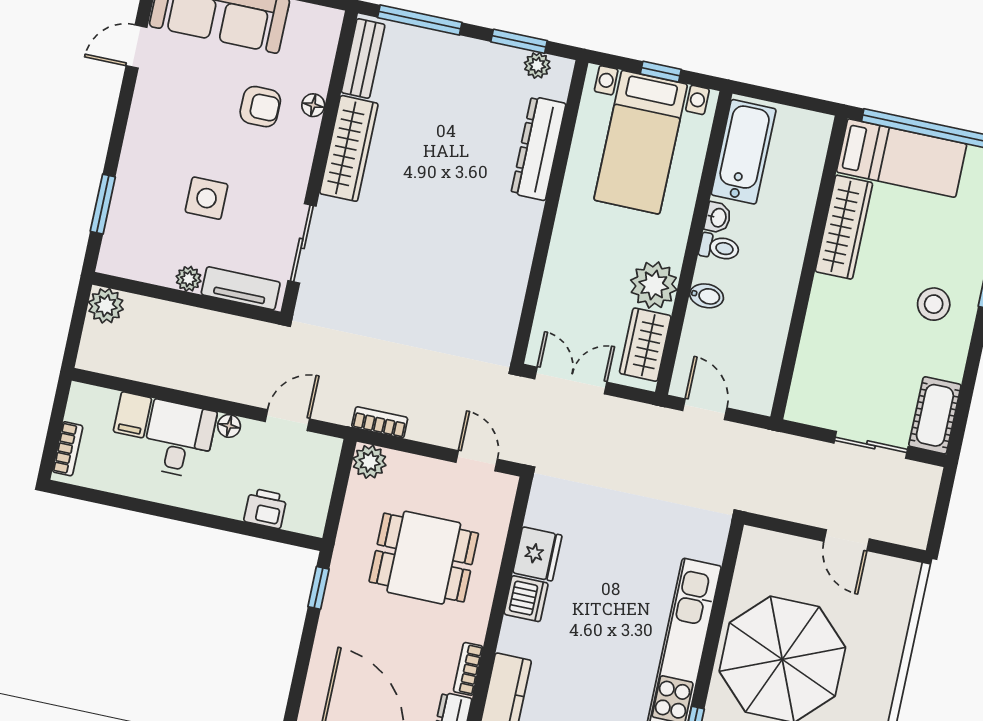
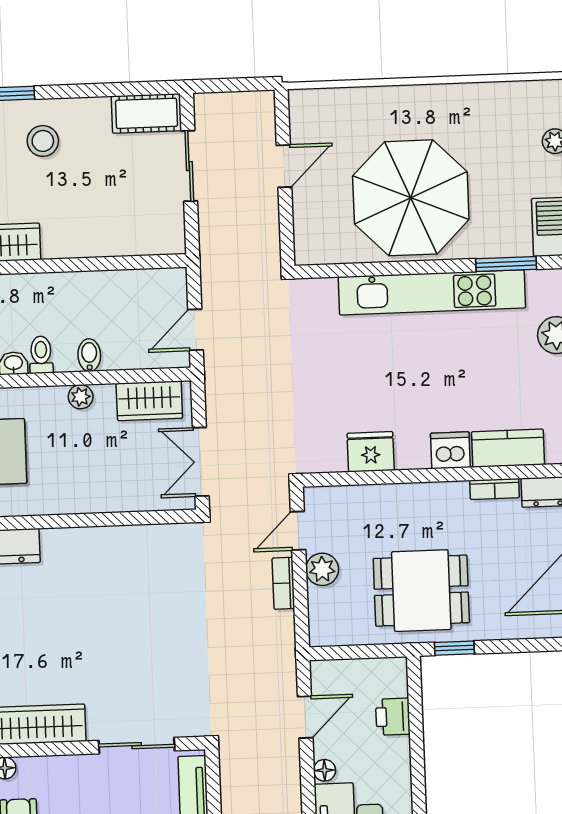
plant: (654, 285) -> (81, 397), width x0.53, depth x0.53
door: (287, 420) -> (305, 717), swing flipped
bookcase: (380, 422) -> (283, 583), moved
plant: (369, 462) -> (322, 569), moved
dining table: (424, 558) -> (421, 591), moved, turned 90
dishwasher: (526, 599) -> (450, 450), moved

